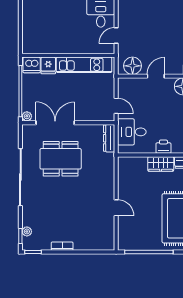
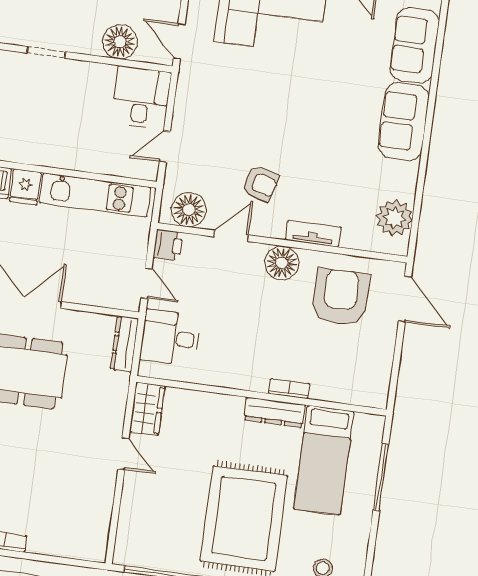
armchair: (167, 48) -> (260, 183), added
printer: (163, 147) -> (168, 245), moved, turned 90
wardrobe: (161, 164) -> (147, 409), moved, turned -90
door: (116, 208) -> (123, 454), moved

